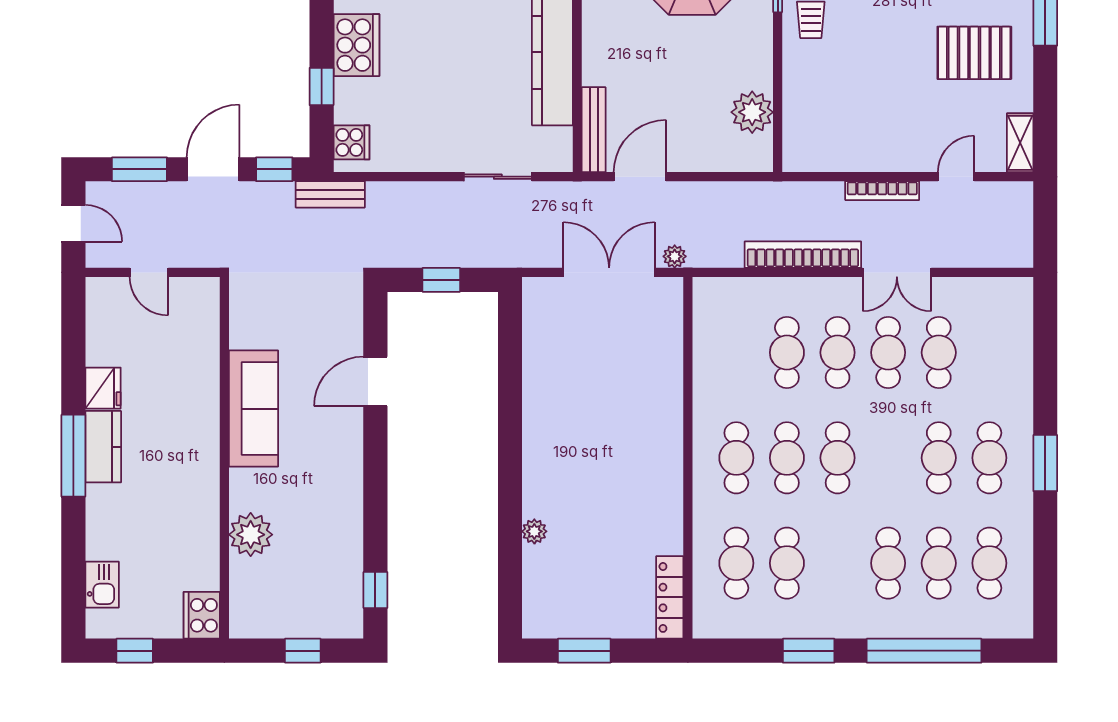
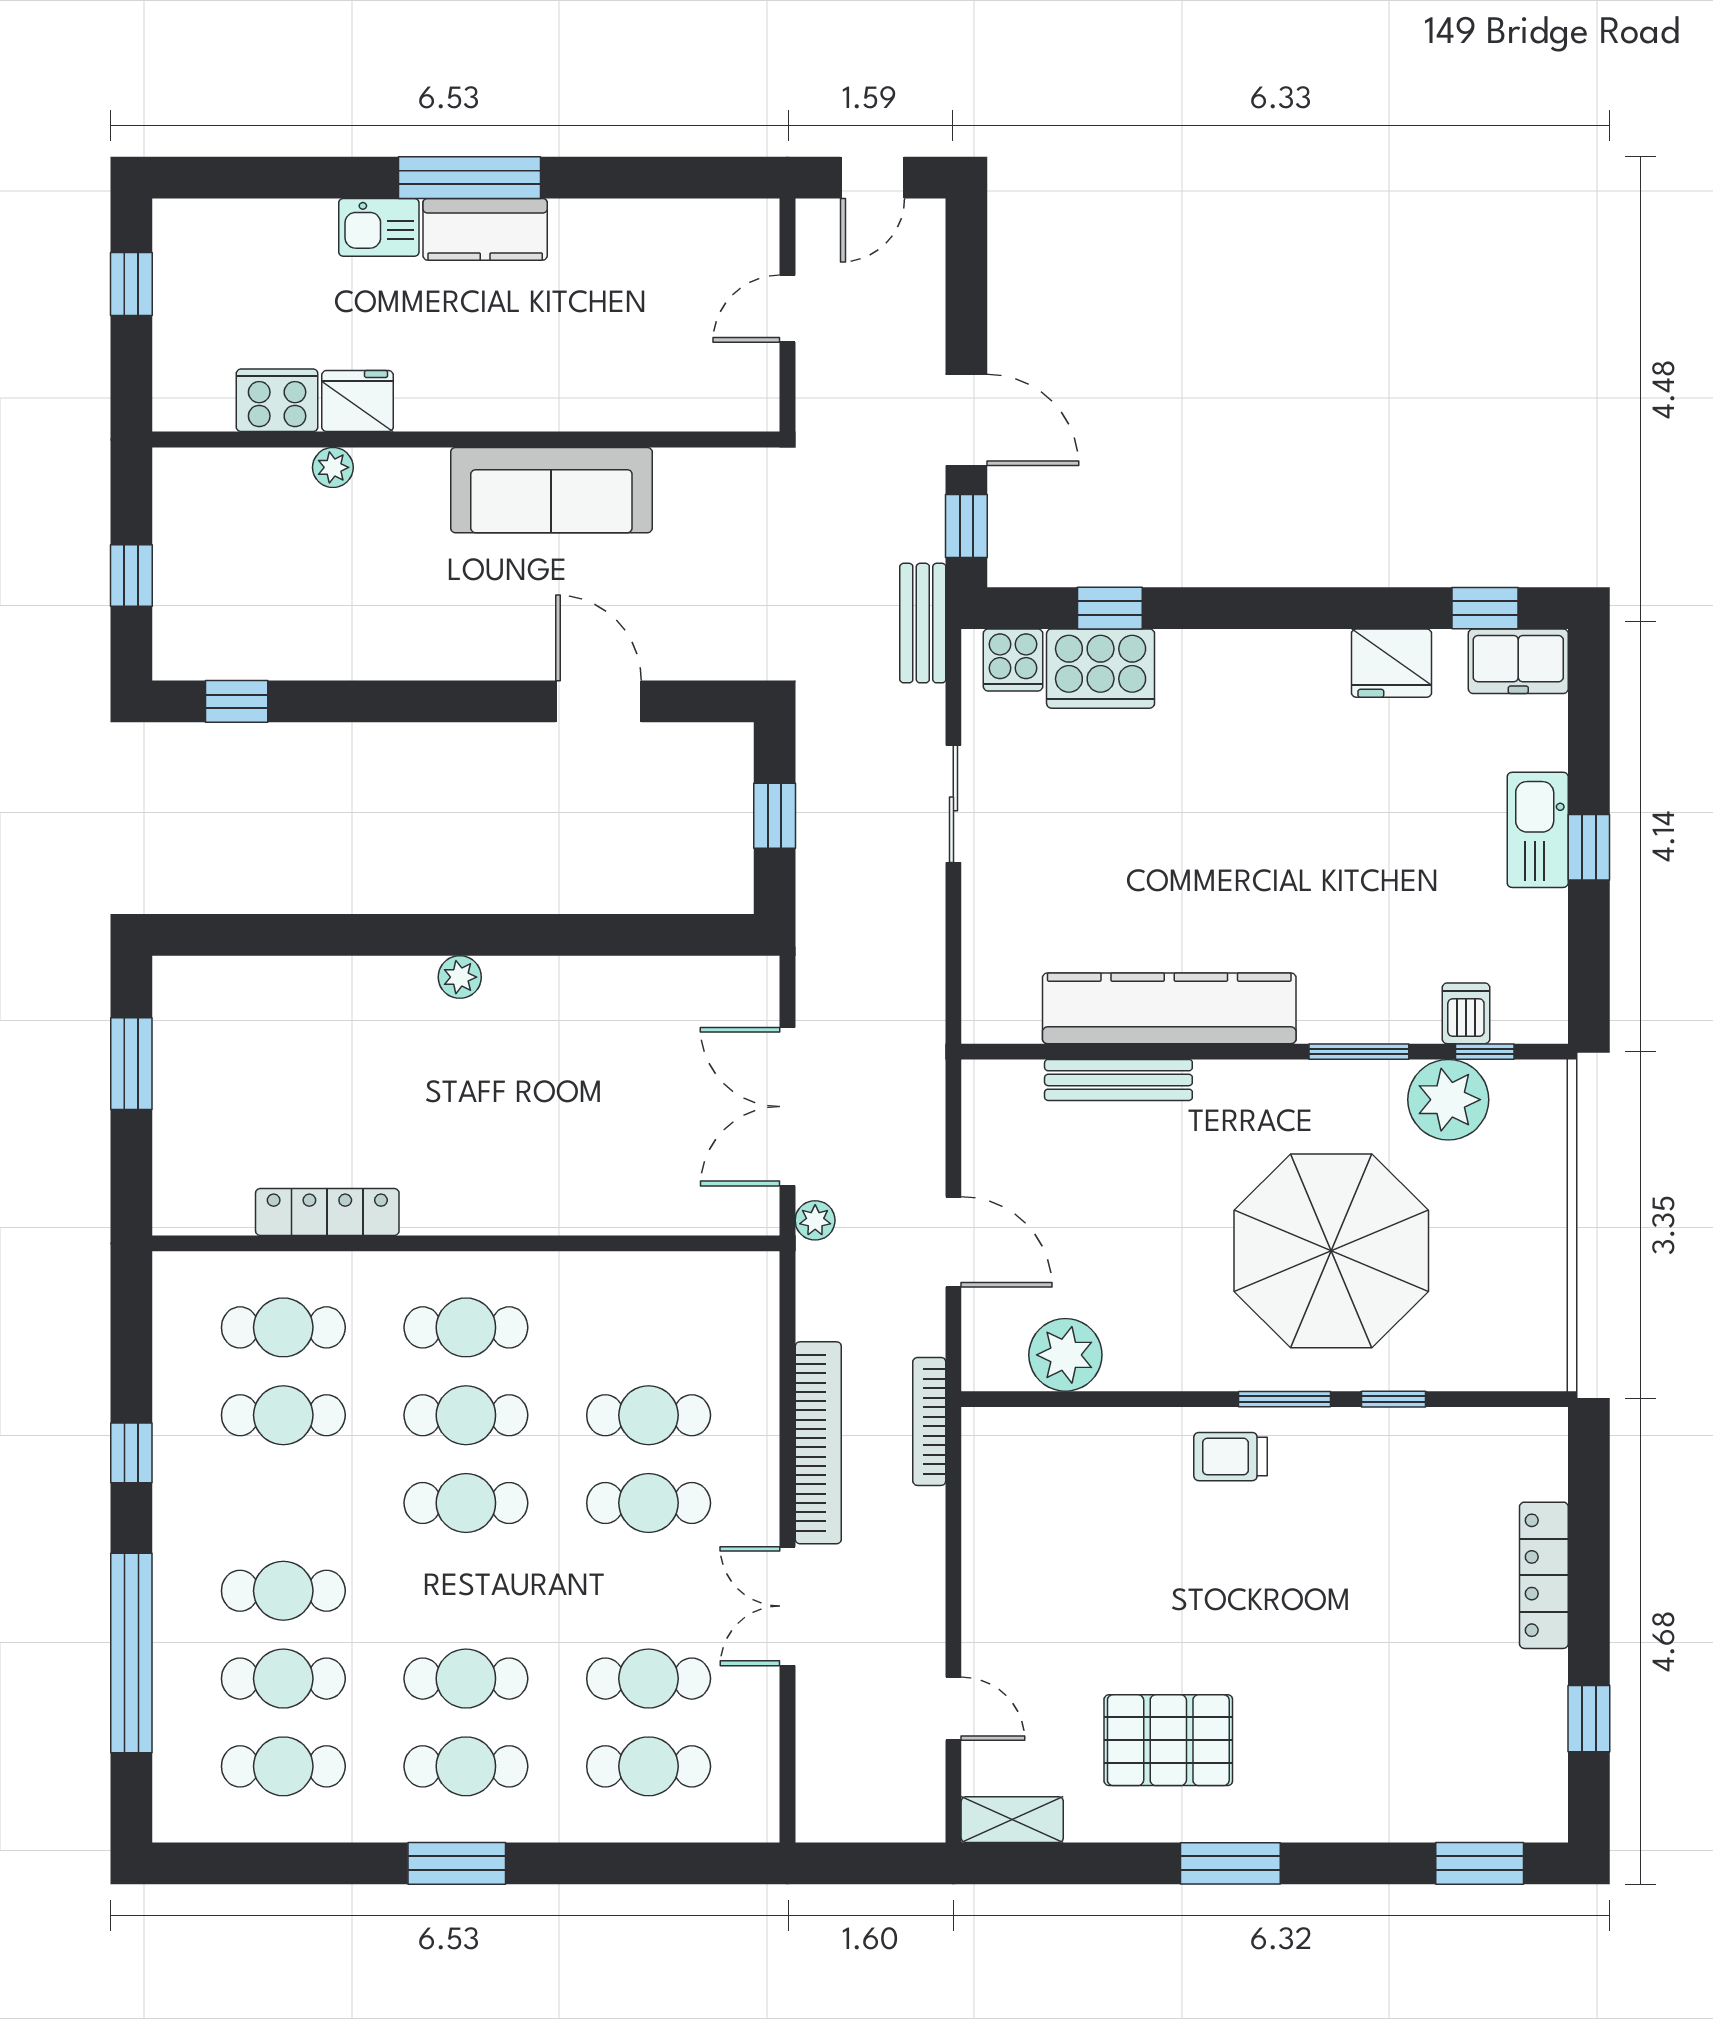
cooker: (356, 45) -> (1101, 669), moved
pallet: (974, 53) -> (1168, 1740), turned 90
bench: (594, 130) -> (1118, 1080), moved
window: (139, 169) -> (966, 292), removed
sliding door: (498, 177) -> (953, 804), moved
door: (640, 177) -> (953, 1242), moved
bookcase: (882, 191) -> (929, 1421), moved
double door: (609, 272) -> (787, 1107), swing flipped
cafe table: (888, 353) -> (649, 1766), moved
fridge: (103, 388) -> (357, 401), moved, turned 180
plant: (534, 531) -> (460, 977), moved
plant: (251, 535) -> (333, 467), width x0.53, depth x0.53
kitchen sink: (102, 585) -> (379, 227), moved
locker: (670, 597) -> (327, 1212), moved
cooker: (202, 615) -> (277, 400), moved
window: (809, 651) -> (131, 1453), width x0.67

